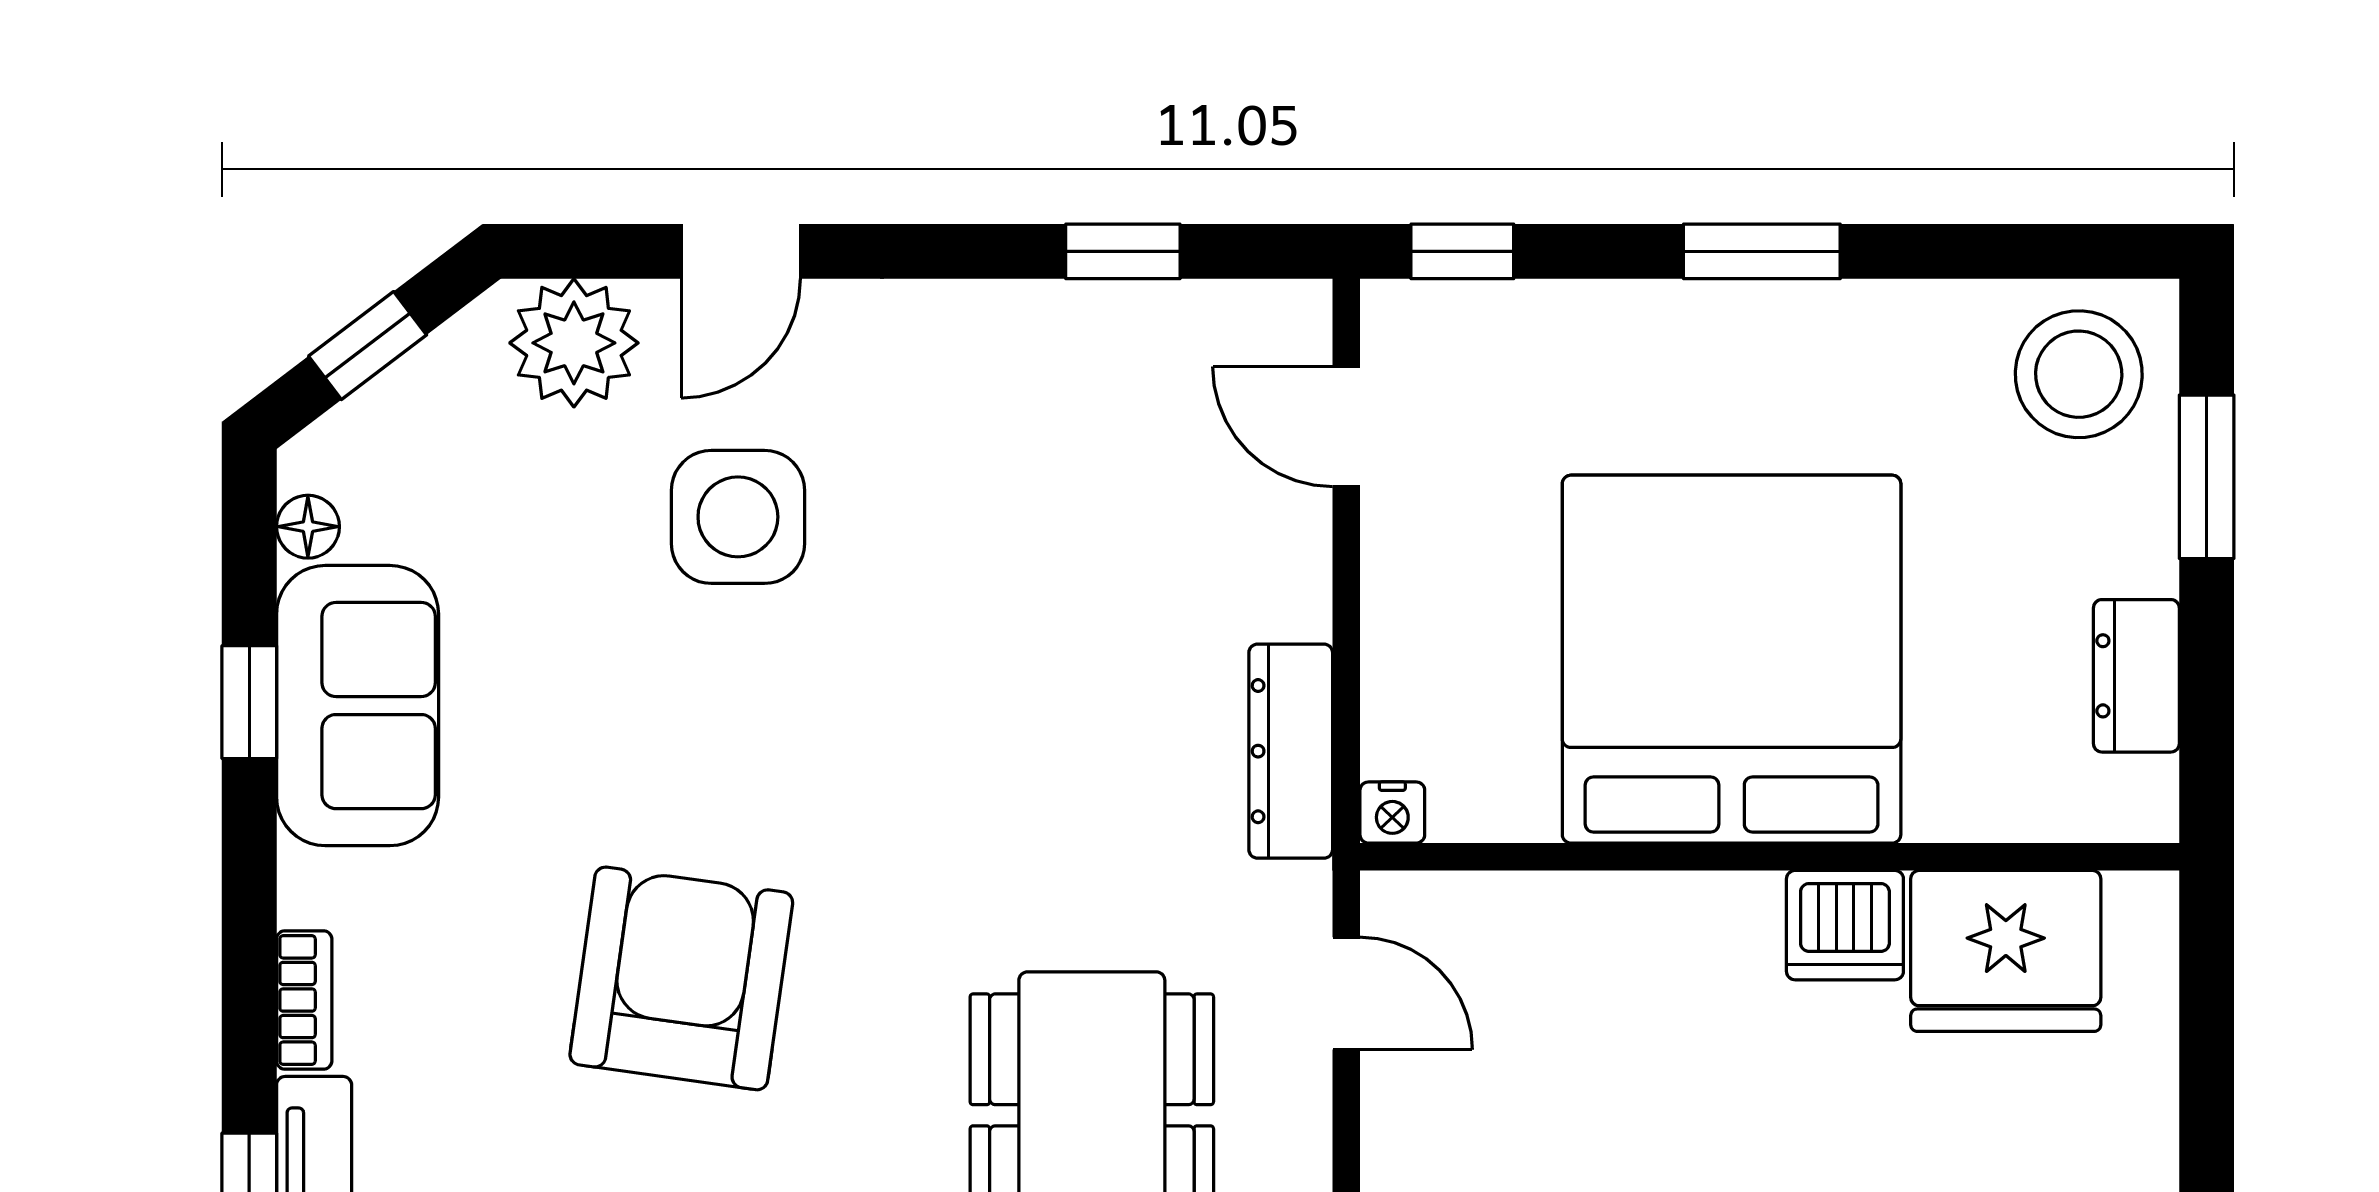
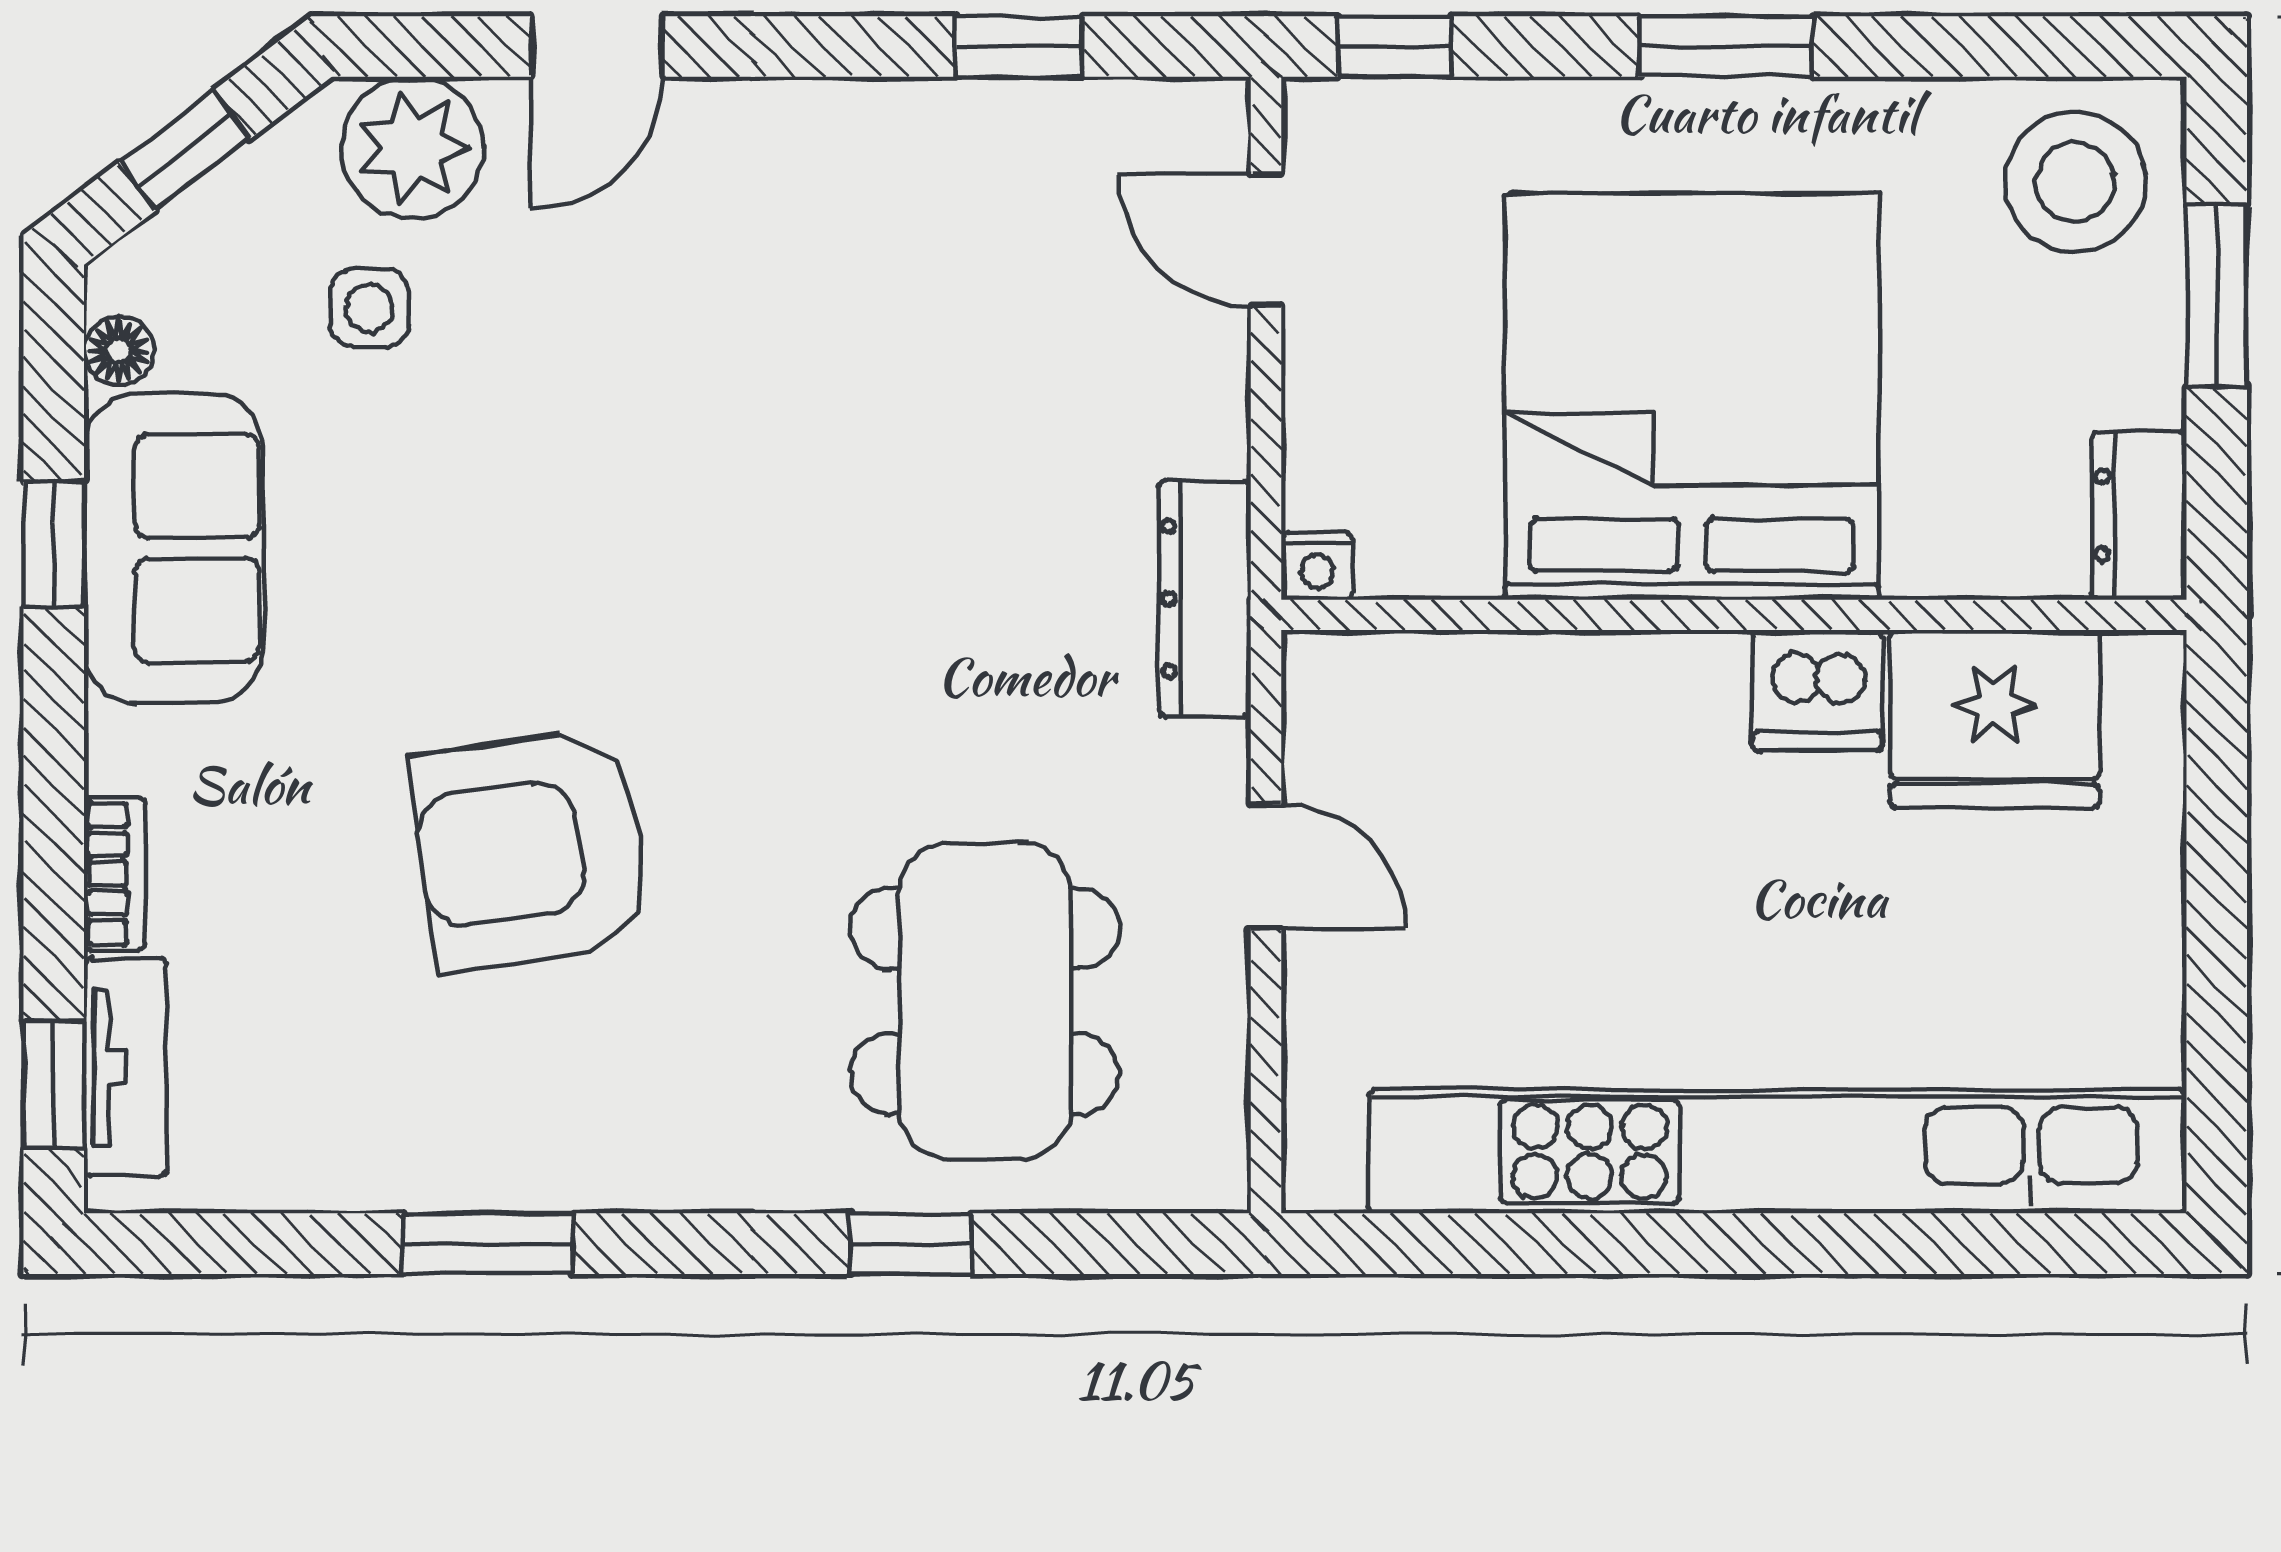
side table: (738, 517) -> (369, 308), moved, width x0.54, depth x0.54
bed: (1732, 659) -> (1692, 397), moved
nightstand: (1392, 813) -> (1317, 566), moved
wall: (1770, 857) -> (1734, 615), moved
dishwasher: (1845, 925) -> (1817, 690), moved
fridge: (2006, 951) -> (1995, 719), moved
armchair: (681, 978) -> (531, 850), turned -106

